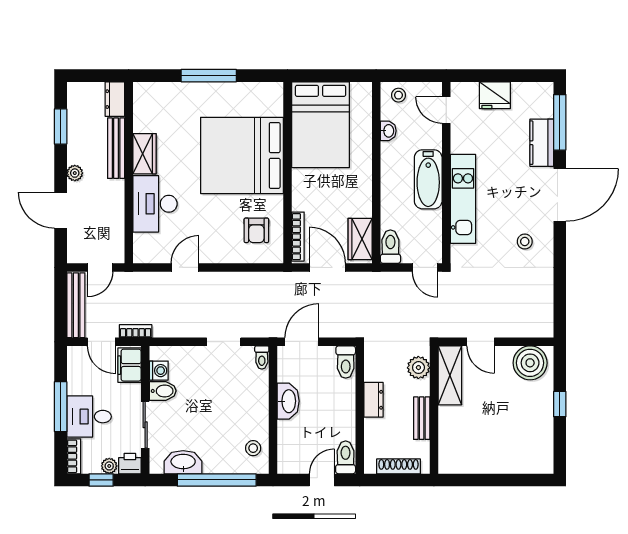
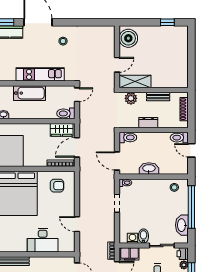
wardrobe: (144, 154) -> (16, 246), removed
window: (560, 404) -> (167, 22), moved

